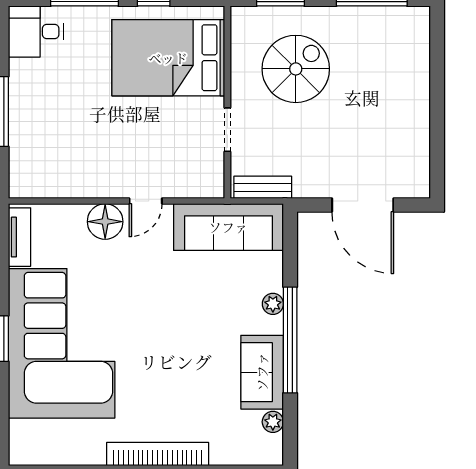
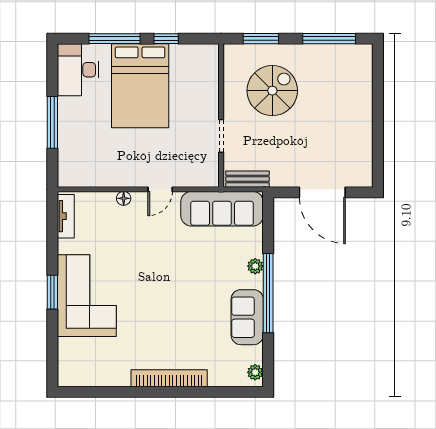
desk: (36, 32) -> (78, 70), width x1.37
bed: (168, 58) -> (140, 86), moved, turned -90
floor lamp: (105, 222) -> (124, 198), width x0.53, depth x0.53
corner sofa: (62, 343) -> (87, 296), width x0.73, depth x0.74
plant: (273, 422) -> (255, 372), moved

